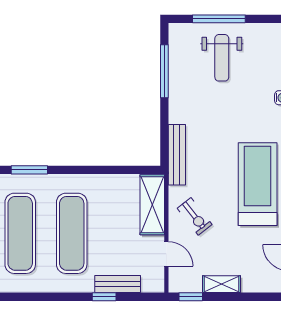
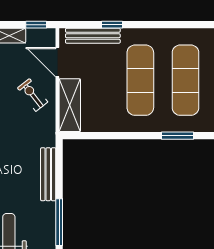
bench: (177, 155) -> (48, 174), moved
door: (166, 254) -> (57, 62), width x1.37
bench: (118, 284) -> (93, 36), width x1.36

